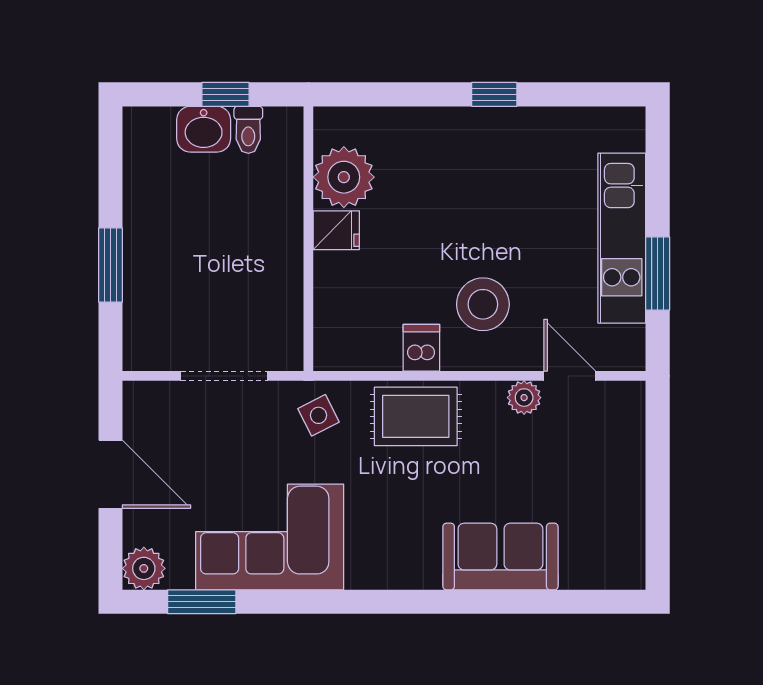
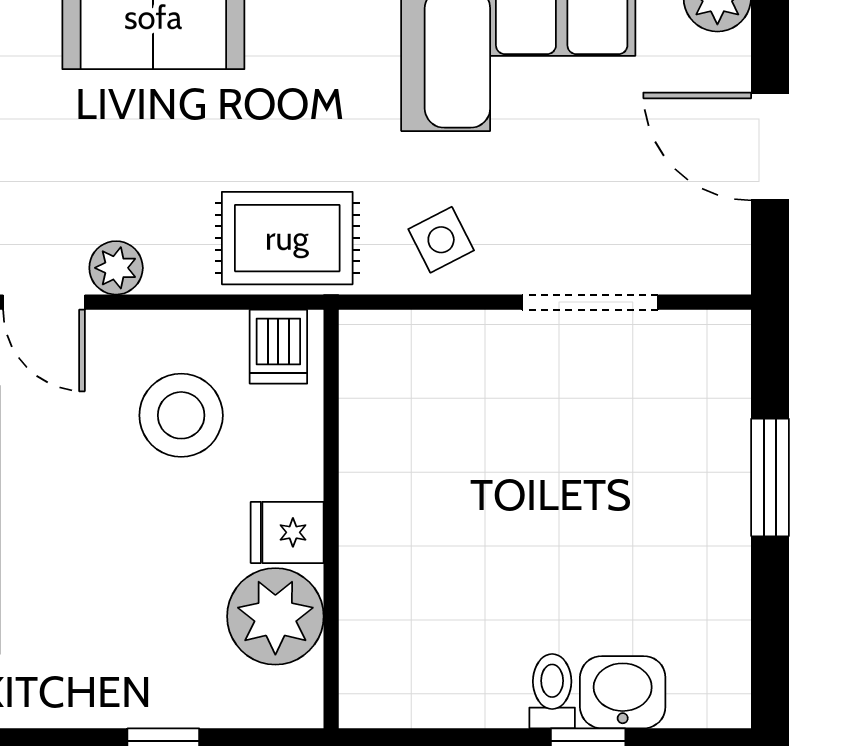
plant: (344, 177) -> (275, 616), moved
fridge: (336, 230) -> (287, 532), moved
wall: (308, 239) -> (331, 519), moved

